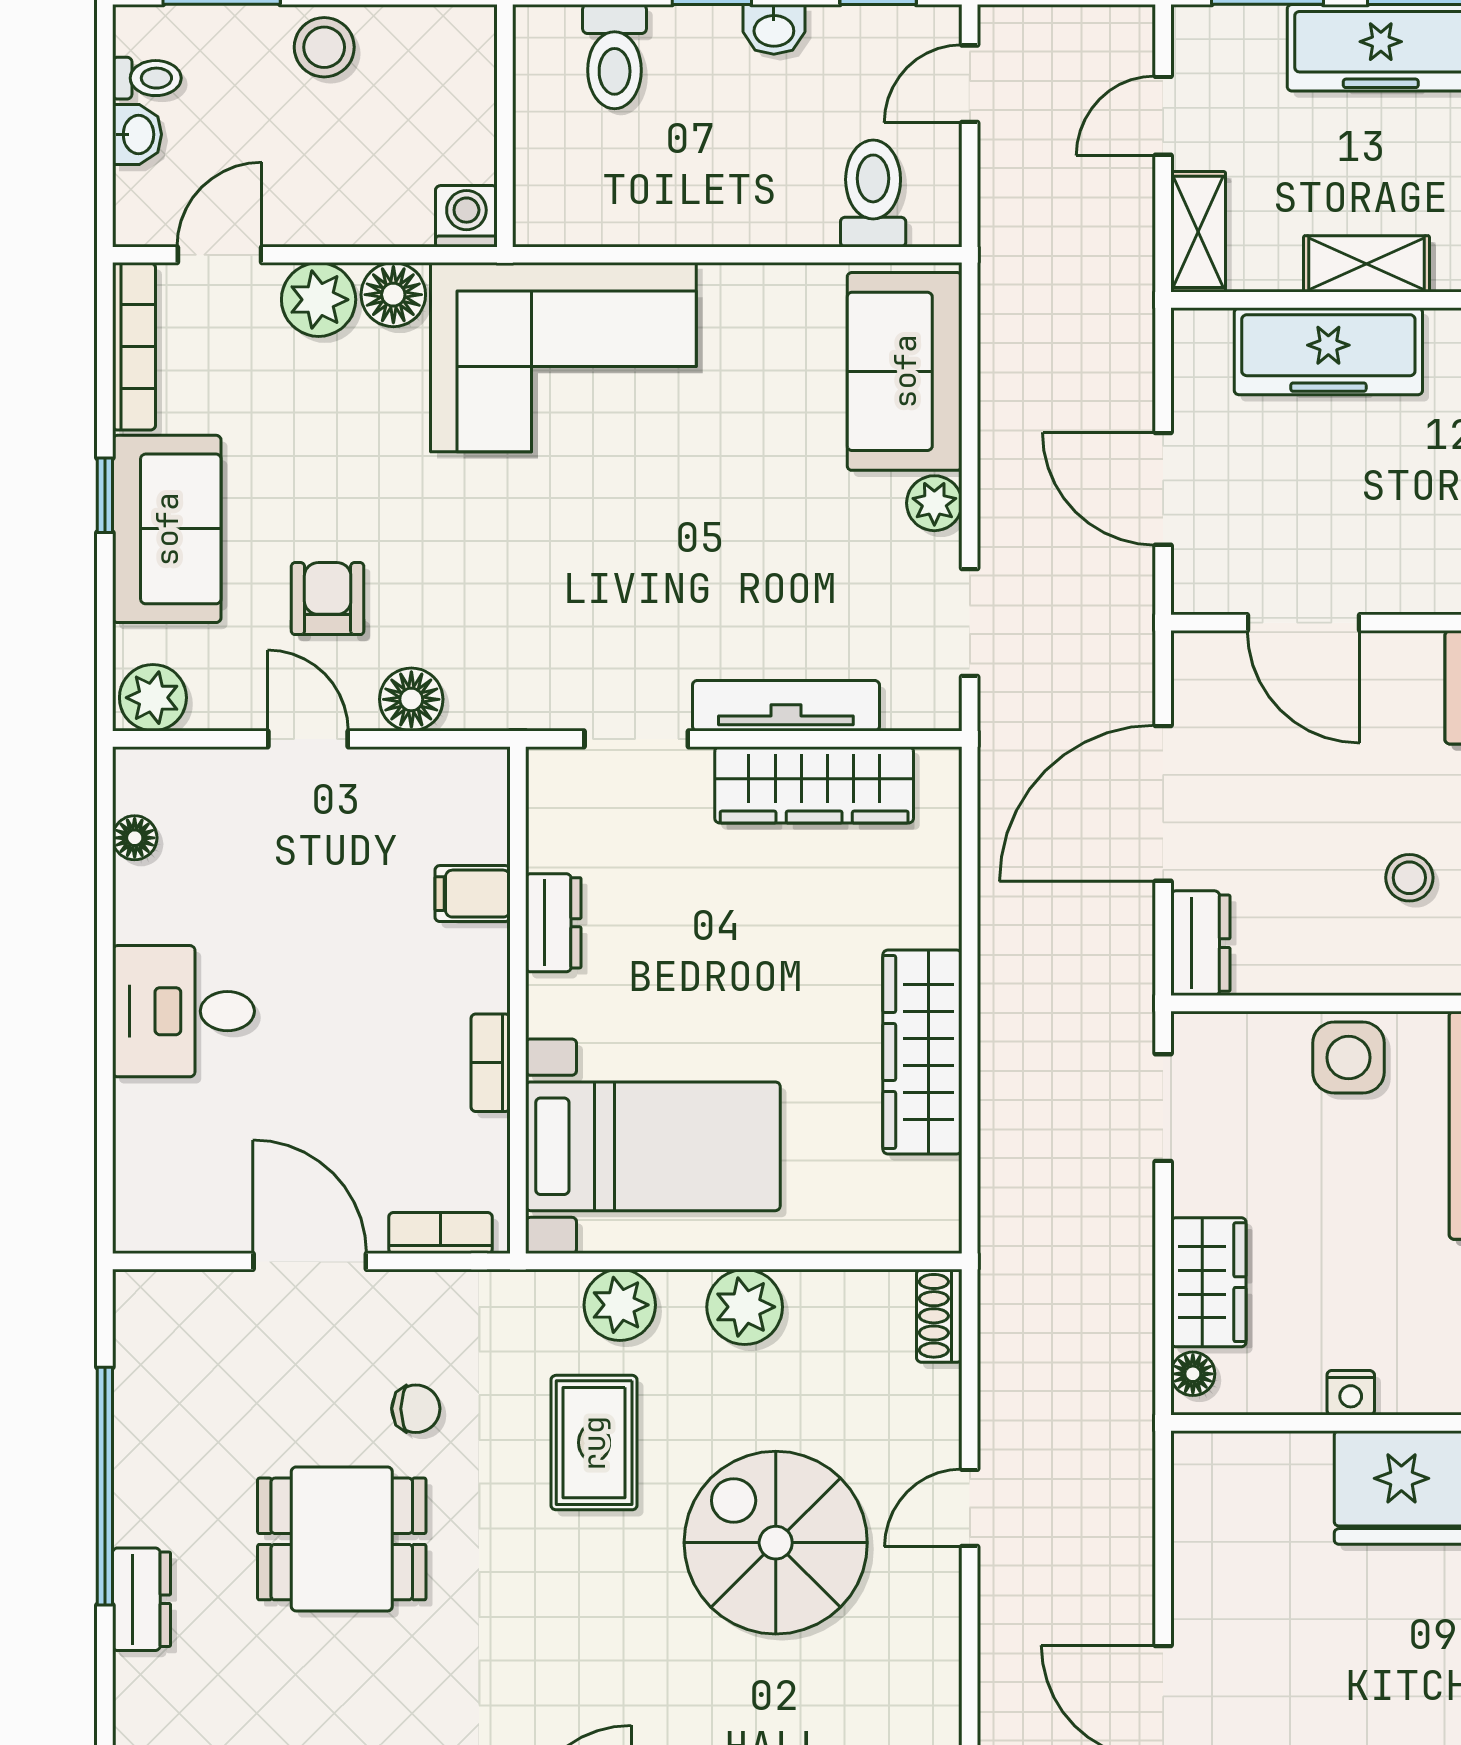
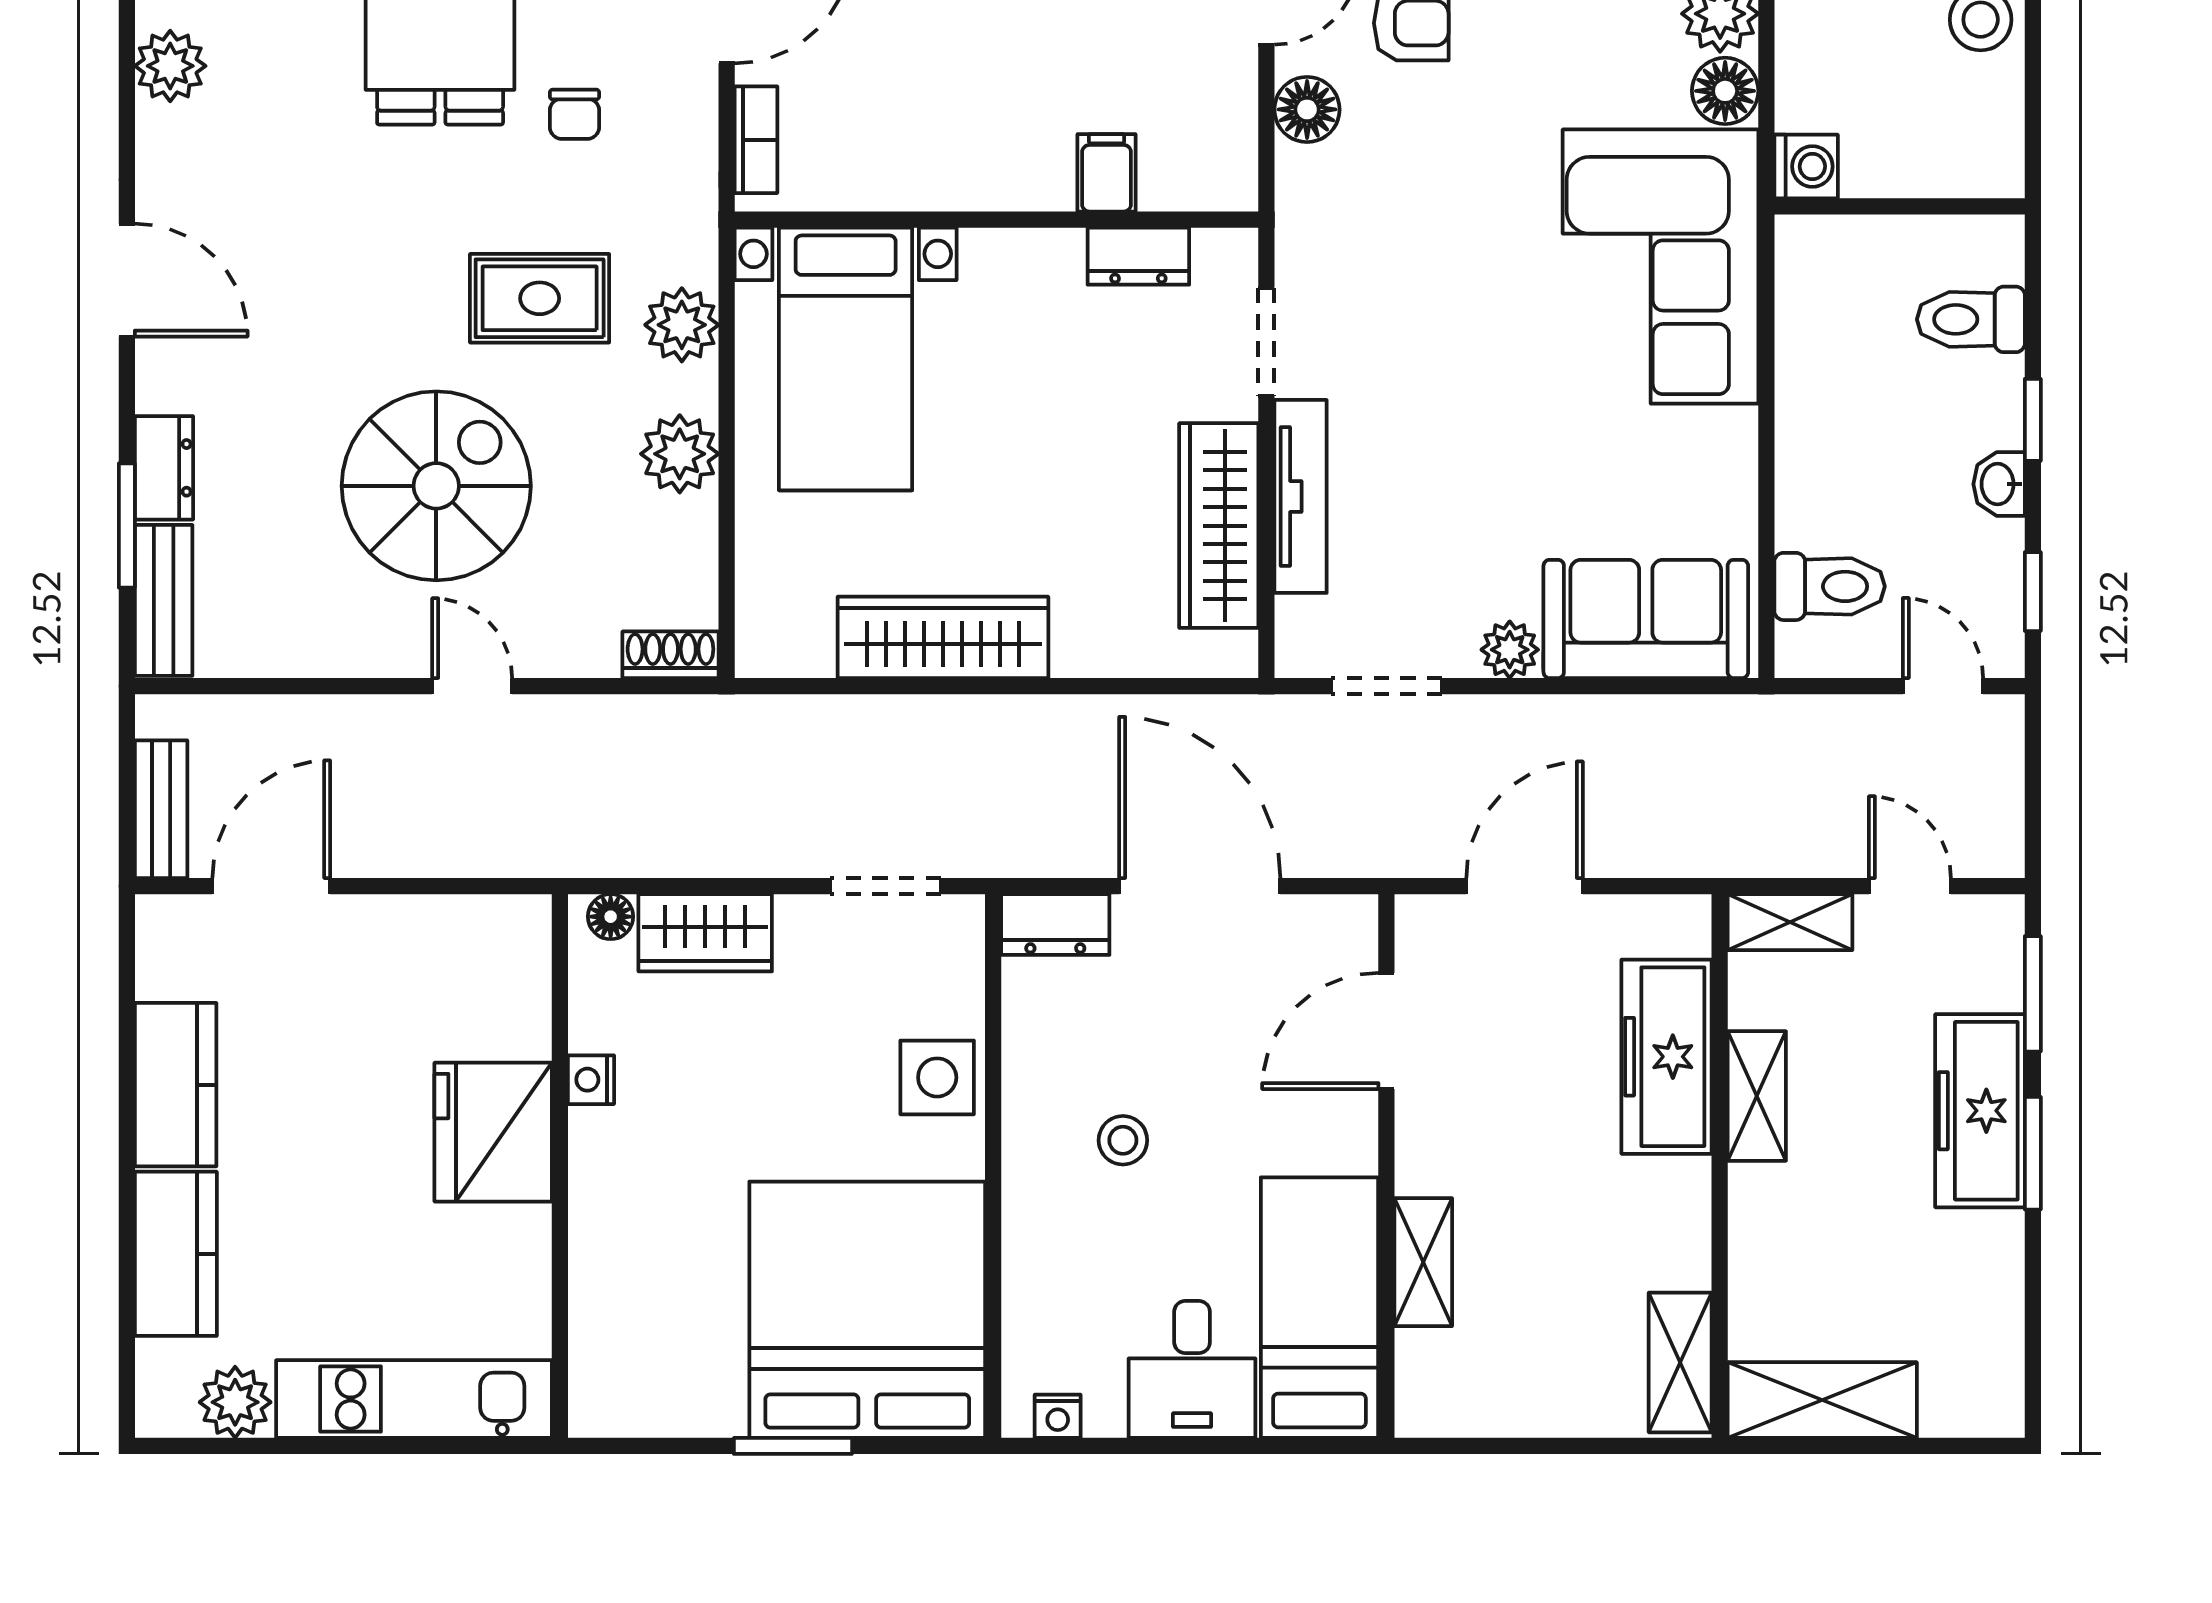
dresser: (553, 923) -> (1138, 256), moved
bookcase: (491, 1063) -> (932, 191), removed

